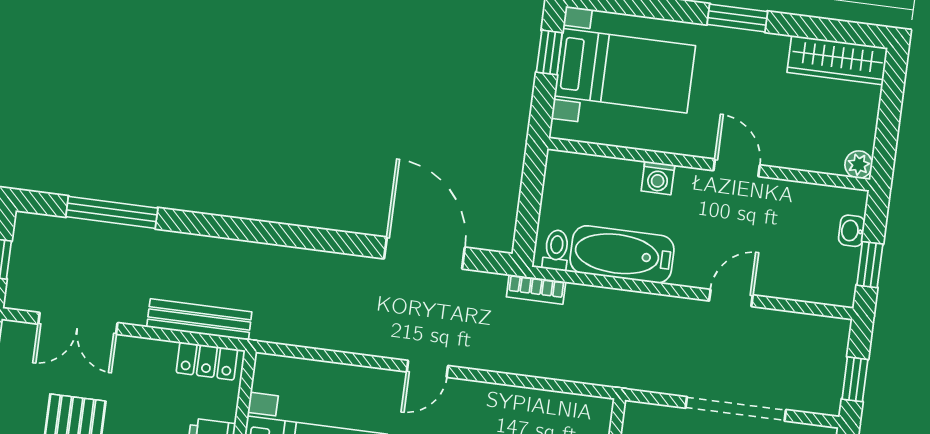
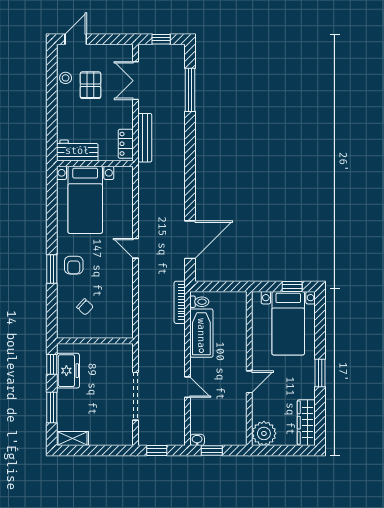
plant: (859, 165) -> (264, 433), width x1.88, depth x1.88
washing machine: (658, 178) -> (240, 345), removed
washbasin: (852, 231) -> (197, 440), moved
bookcase: (536, 289) -> (180, 302), width x1.56

